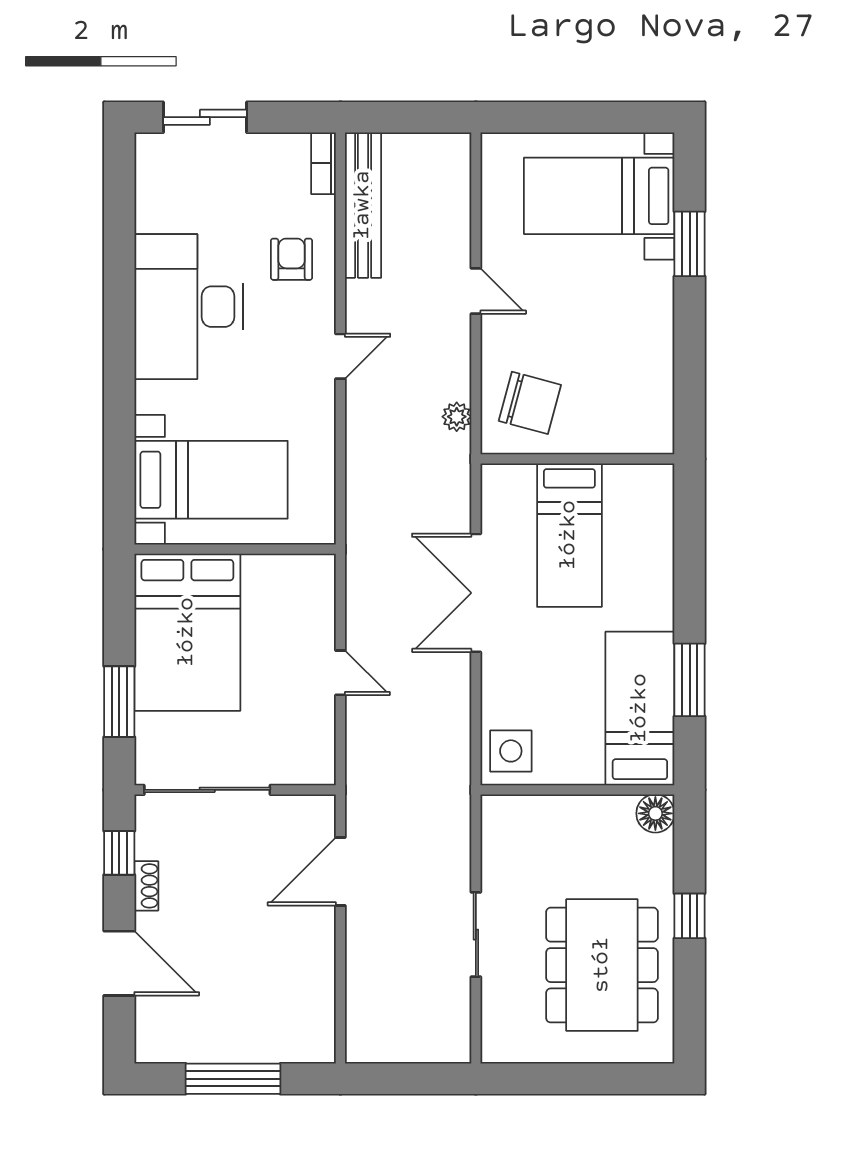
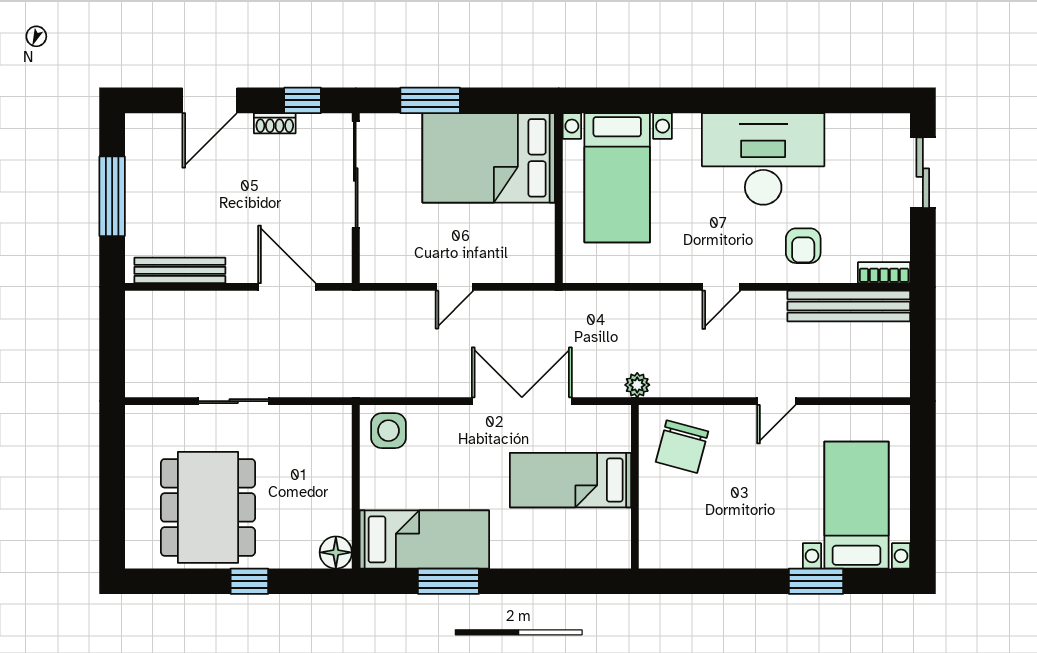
armchair: (292, 259) -> (803, 246), turned 90
door: (340, 356) -> (721, 287), hinge flipped
plant: (457, 417) -> (637, 385), moved
dining table: (602, 965) -> (208, 507), turned 90
bench: (321, 998) -> (180, 270), added

